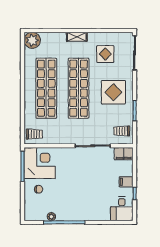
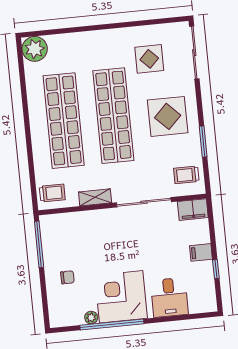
shelving: (77, 37) -> (95, 197), moved
corner desk: (40, 163) -> (121, 297), moved, turned -90
desk: (122, 209) -> (169, 297), moved

